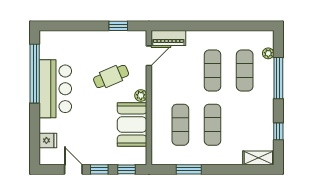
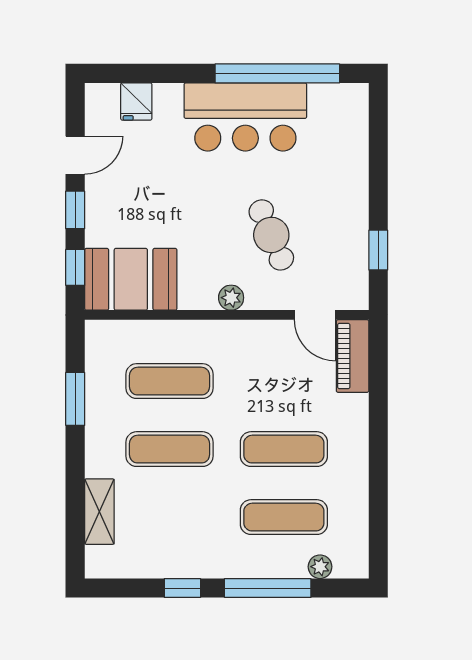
booth: (132, 125) -> (131, 279), moved
window: (278, 131) -> (182, 588), moved
shelving: (258, 158) -> (99, 512), moved

